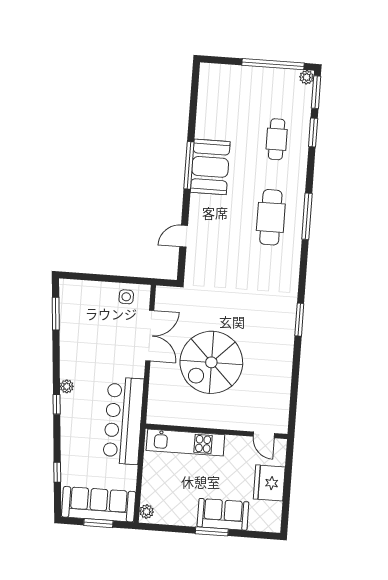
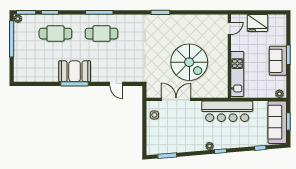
cafe table: (277, 139) -> (55, 34), width x1.37, depth x1.35
sofa: (223, 514) -> (278, 61), moved

